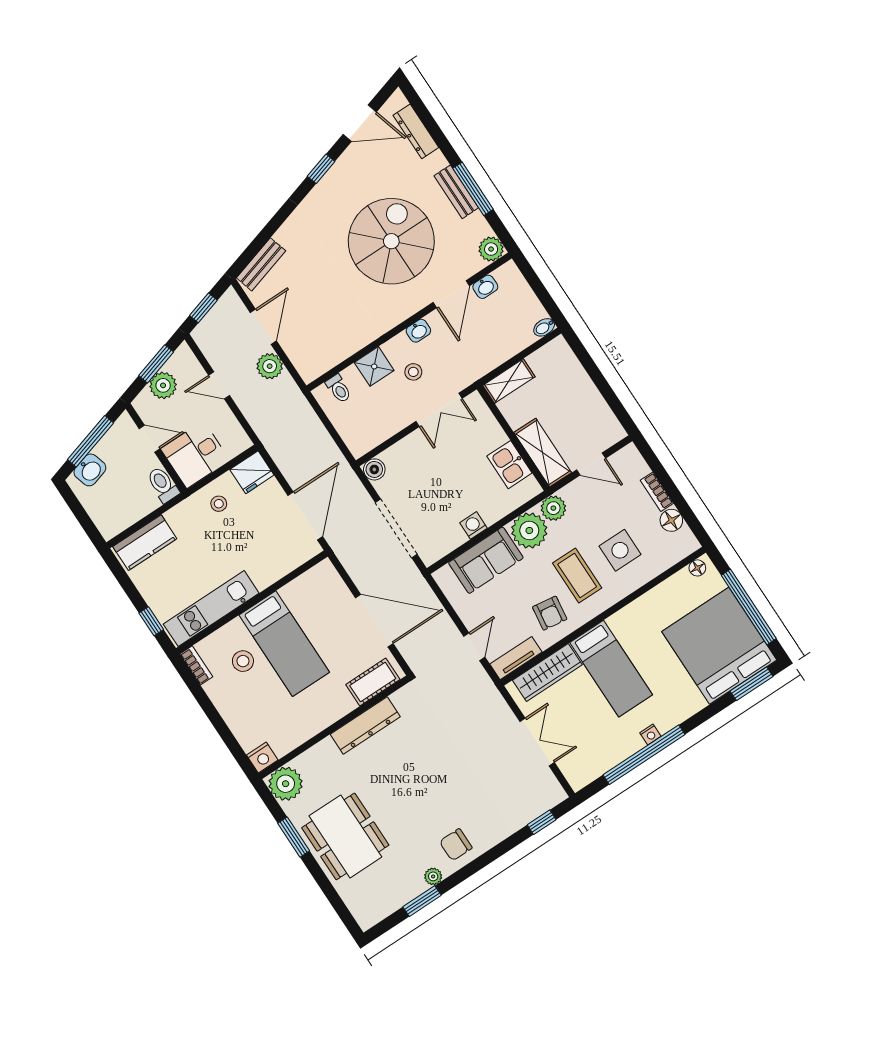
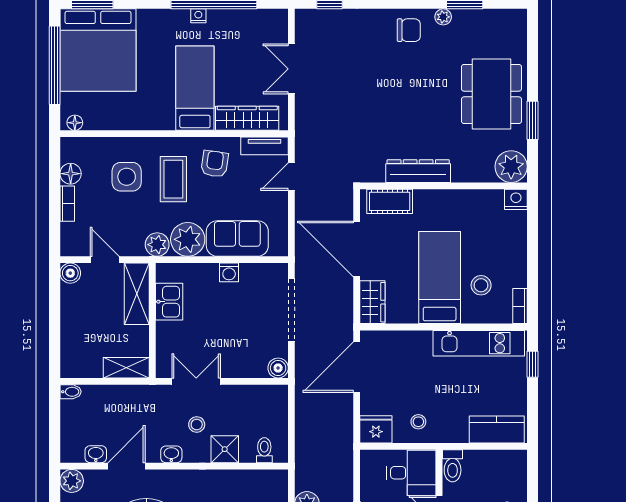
boiler: (614, 432) -> (70, 273), added
wardrobe: (329, 583) -> (372, 302), added

